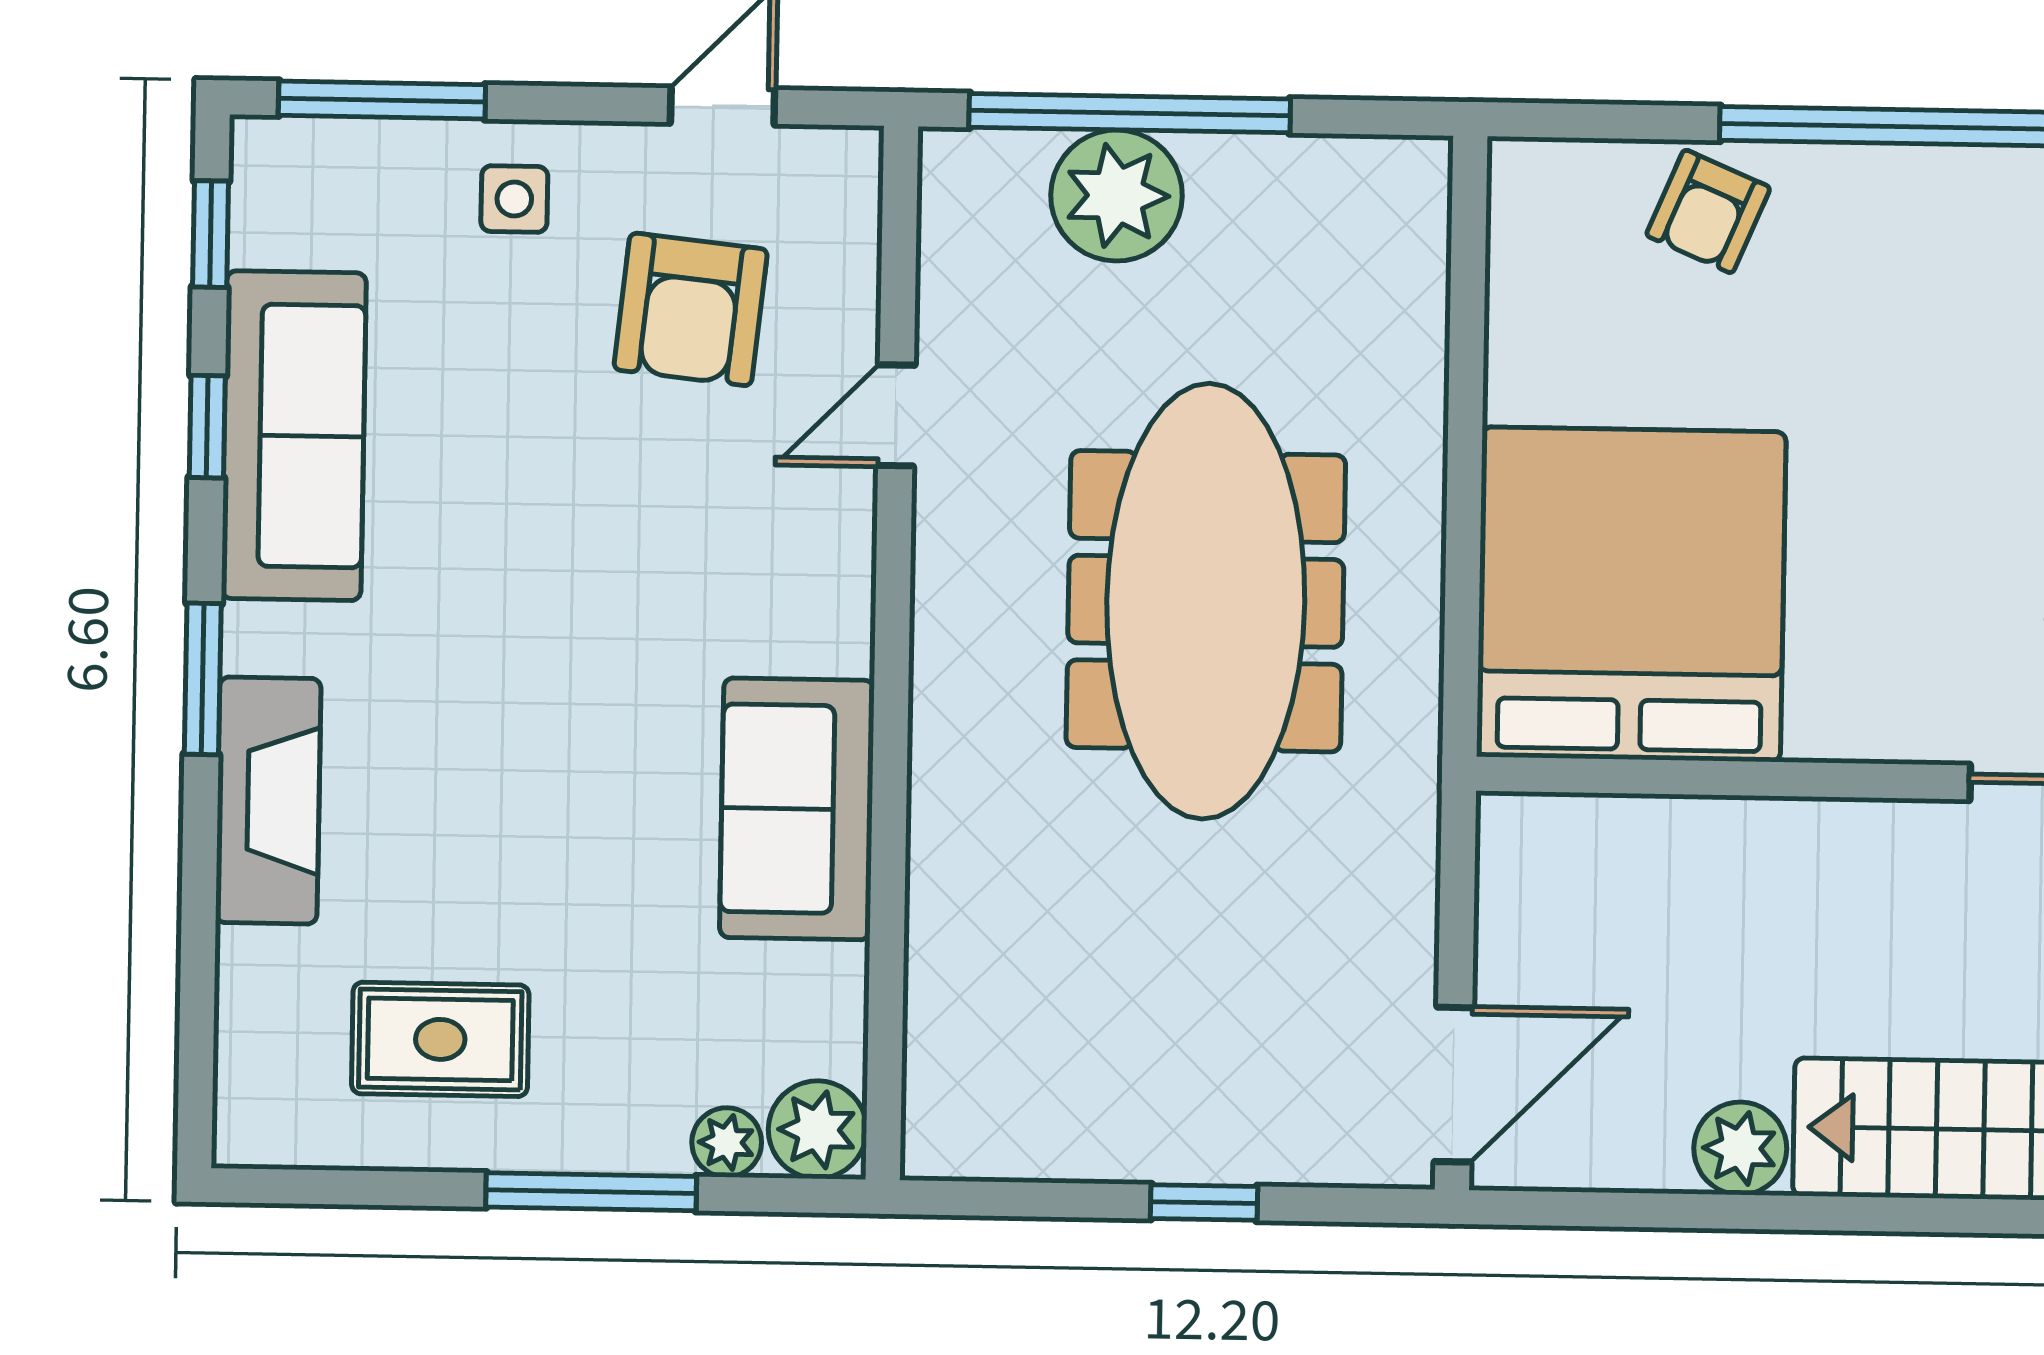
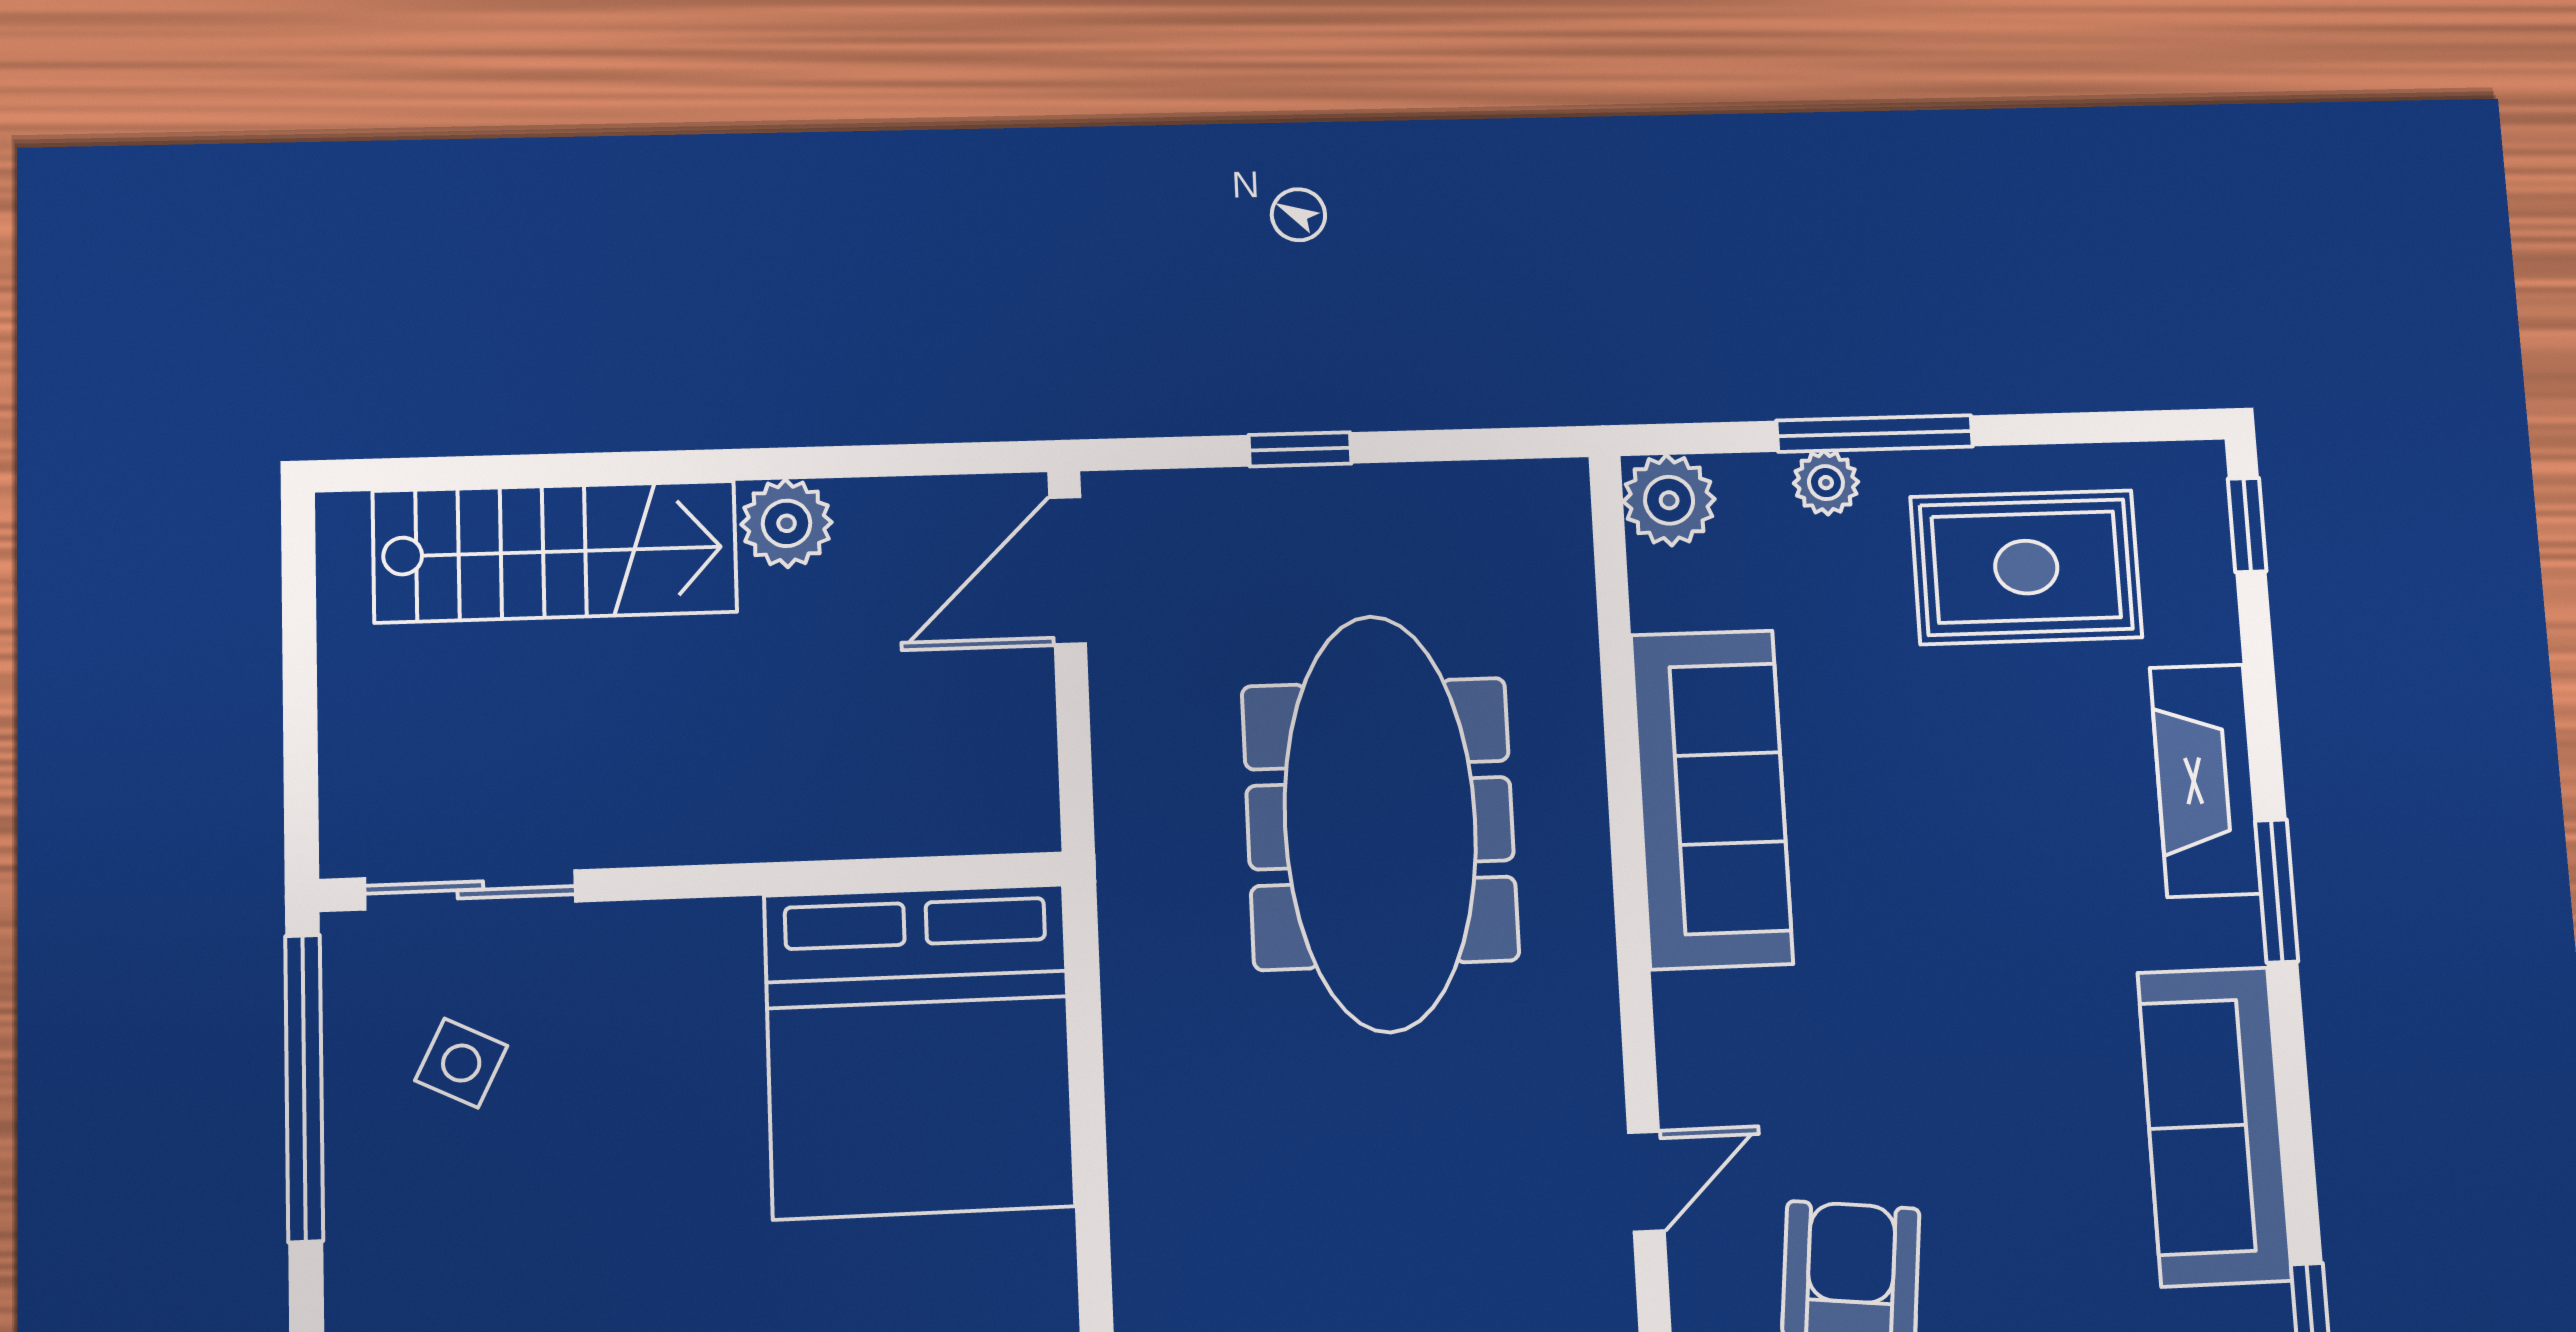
window: (207, 427) -> (2247, 525), moved
meeting table: (1206, 601) -> (1380, 823), moved
sofa: (797, 809) -> (1712, 799), width x1.36
rug: (440, 1039) -> (2026, 567), width x1.36, depth x1.43
plant: (727, 1142) -> (1826, 483), moved

